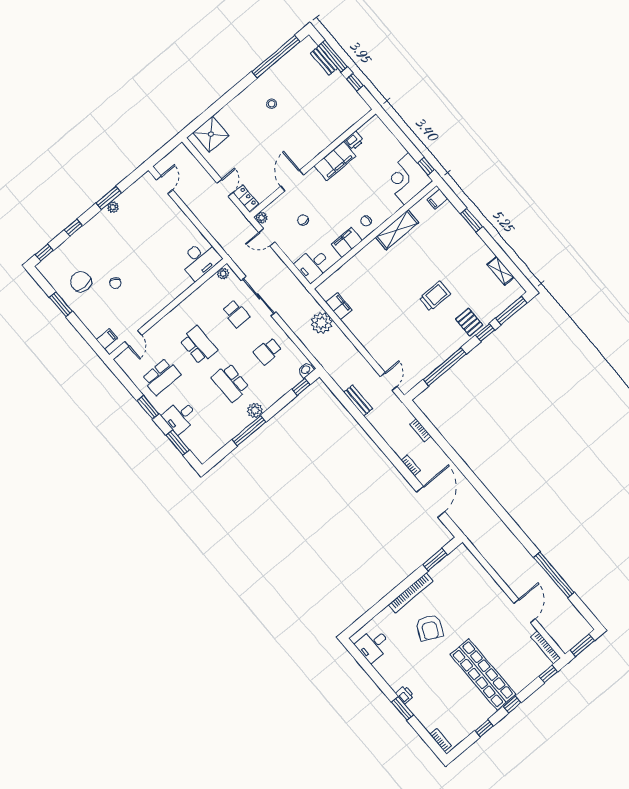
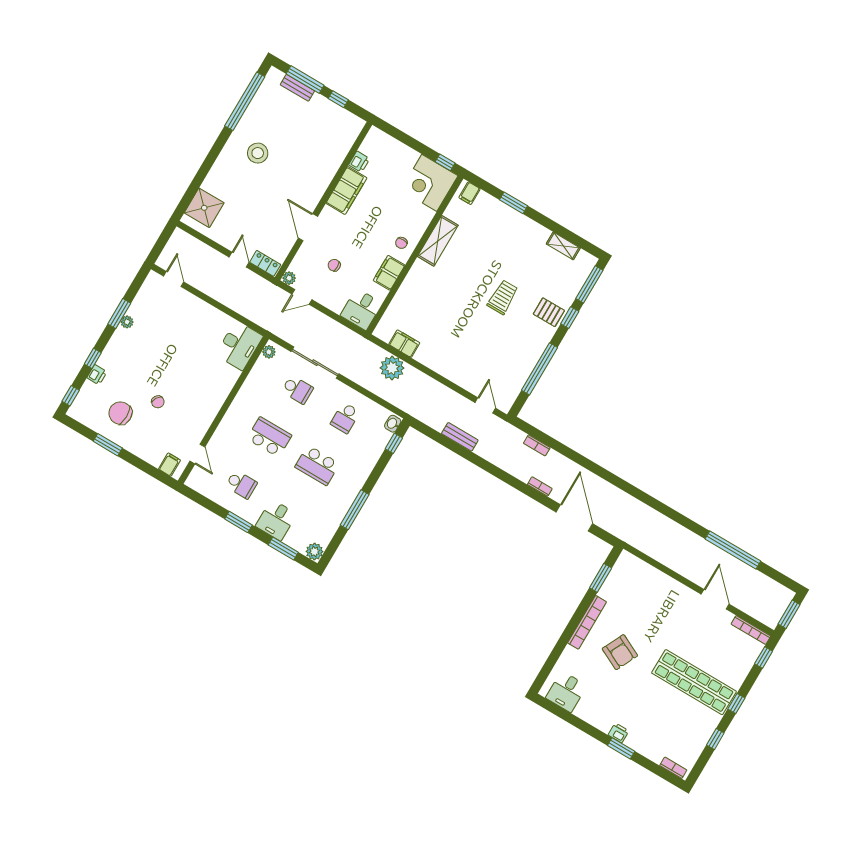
stool: (272, 104) -> (258, 153), width x1.89, depth x1.89
printer: (72, 243) -> (97, 375), added
school desk: (161, 377) -> (241, 484), width x0.54
plant: (255, 410) -> (314, 552), moved

